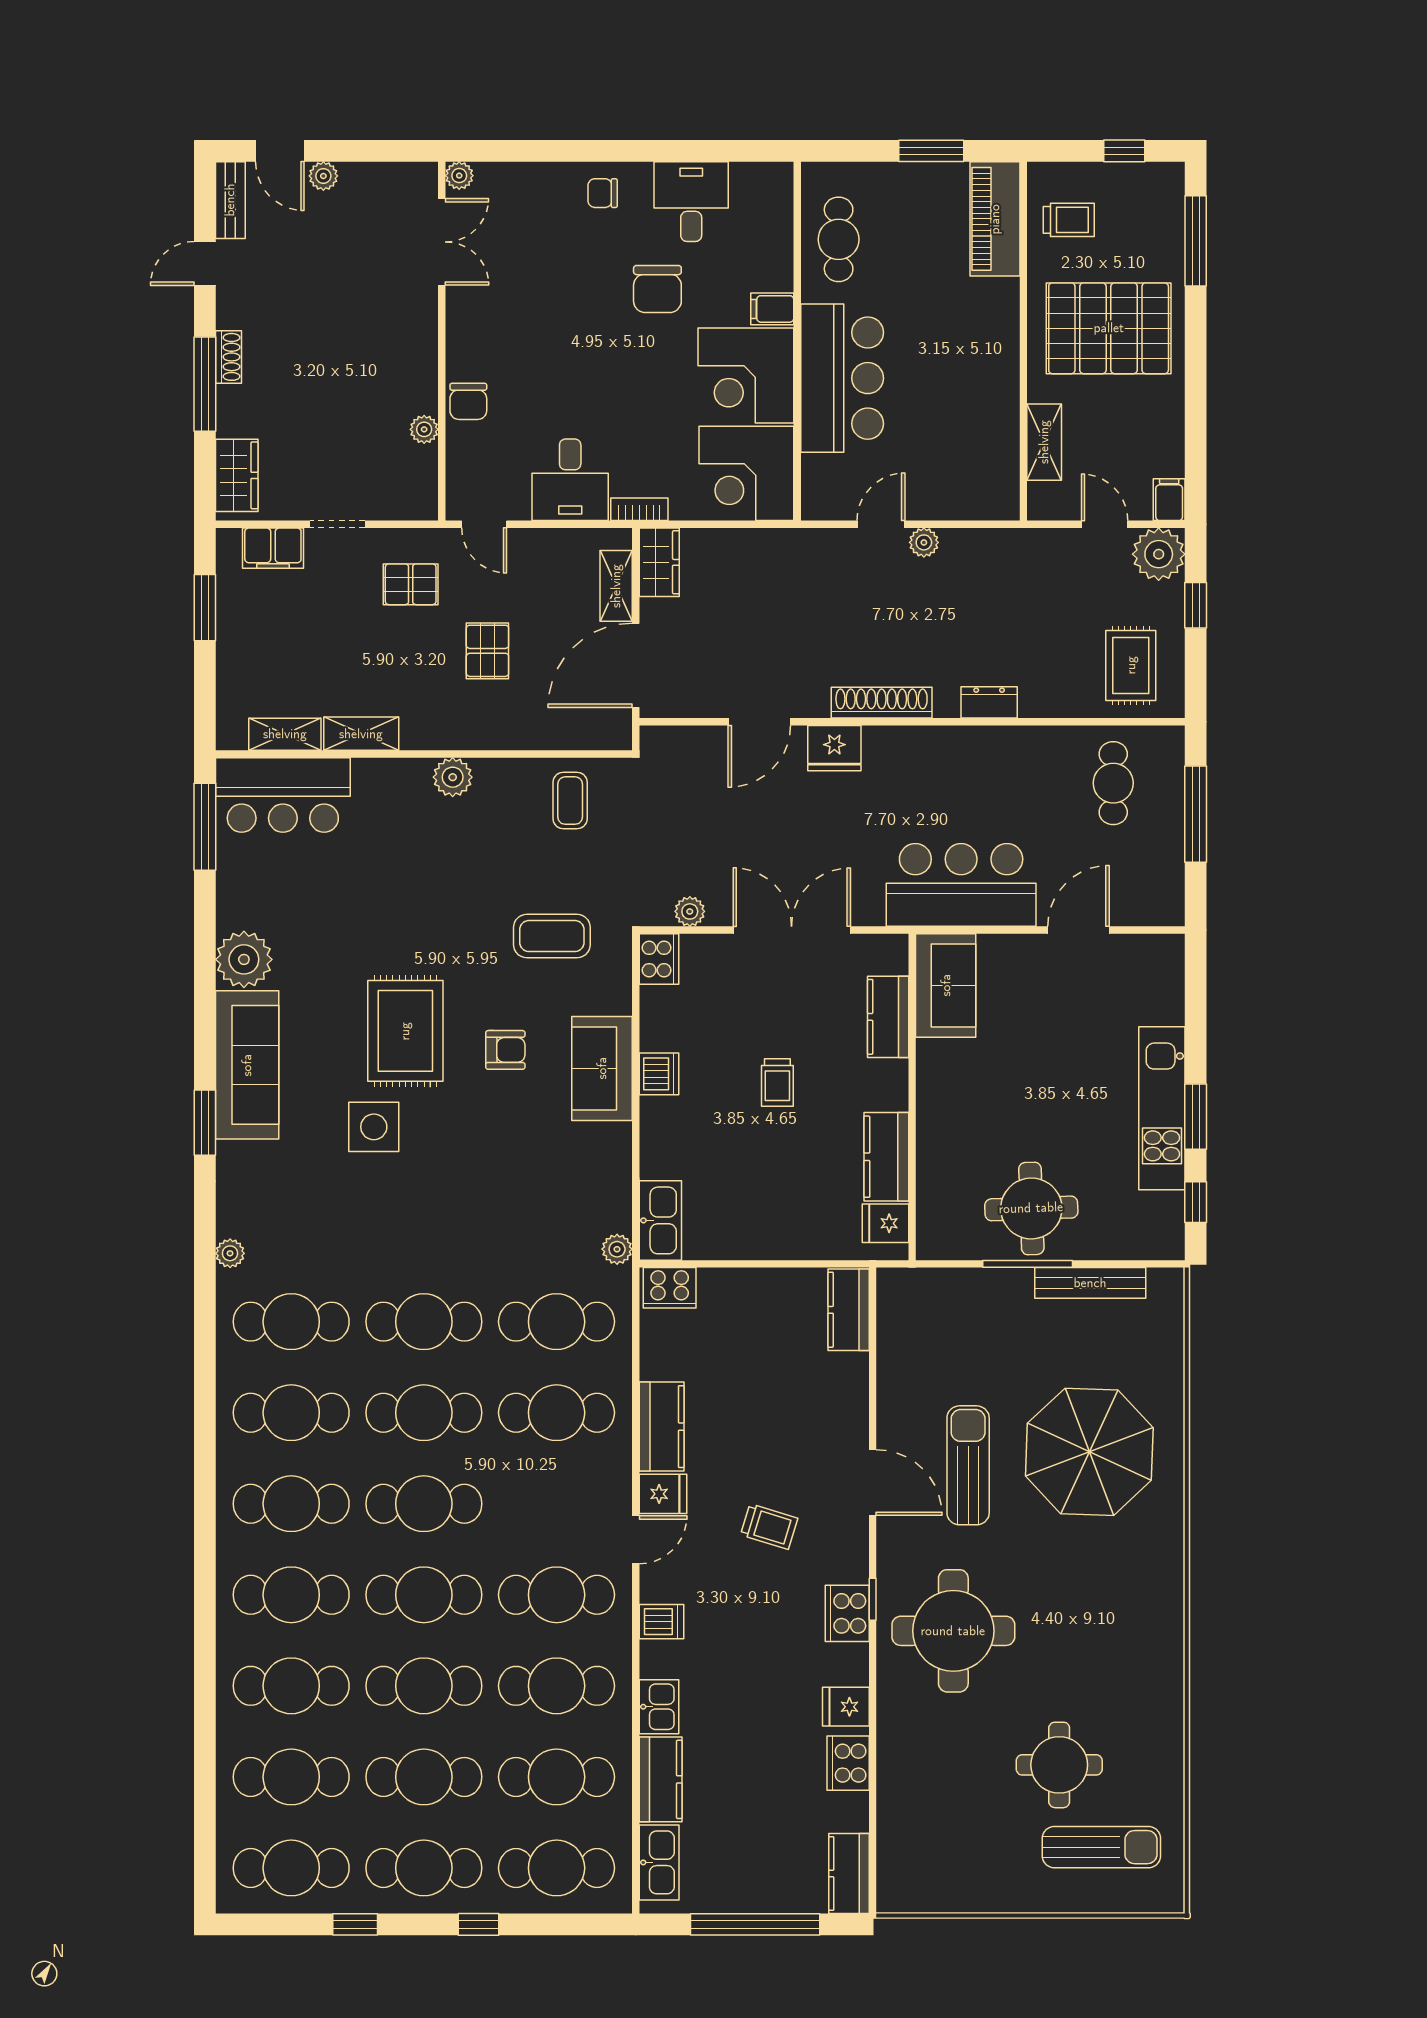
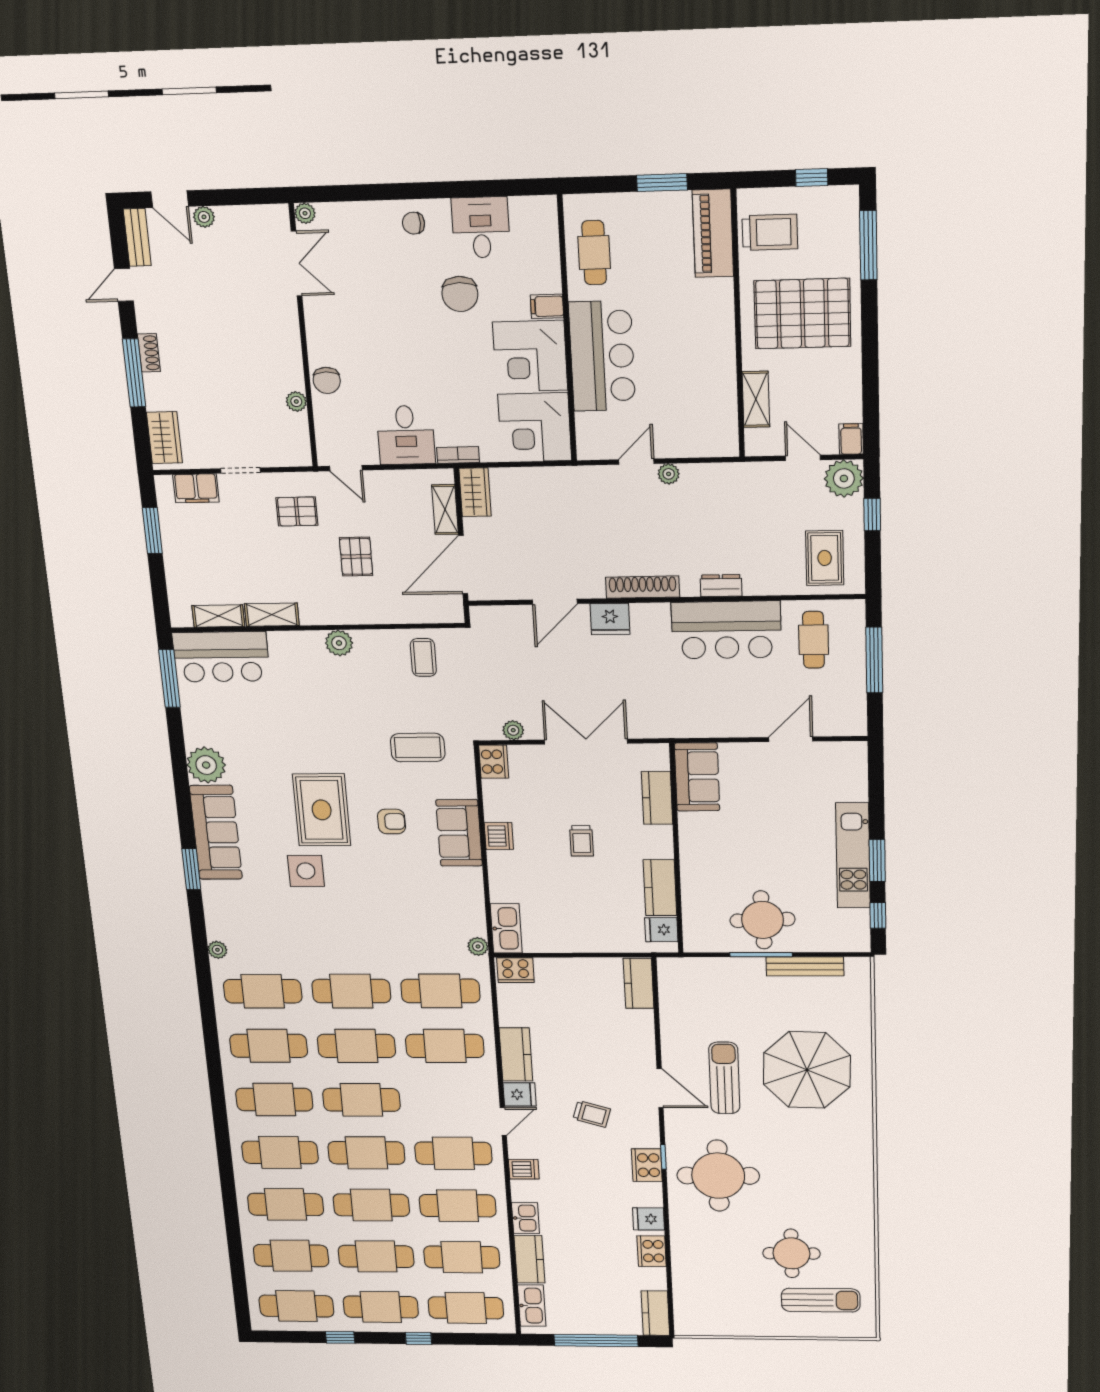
trolley: (1069, 220) -> (770, 232), width x1.36, depth x1.39
bar counter: (961, 885) -> (726, 630), moved, turned 180

